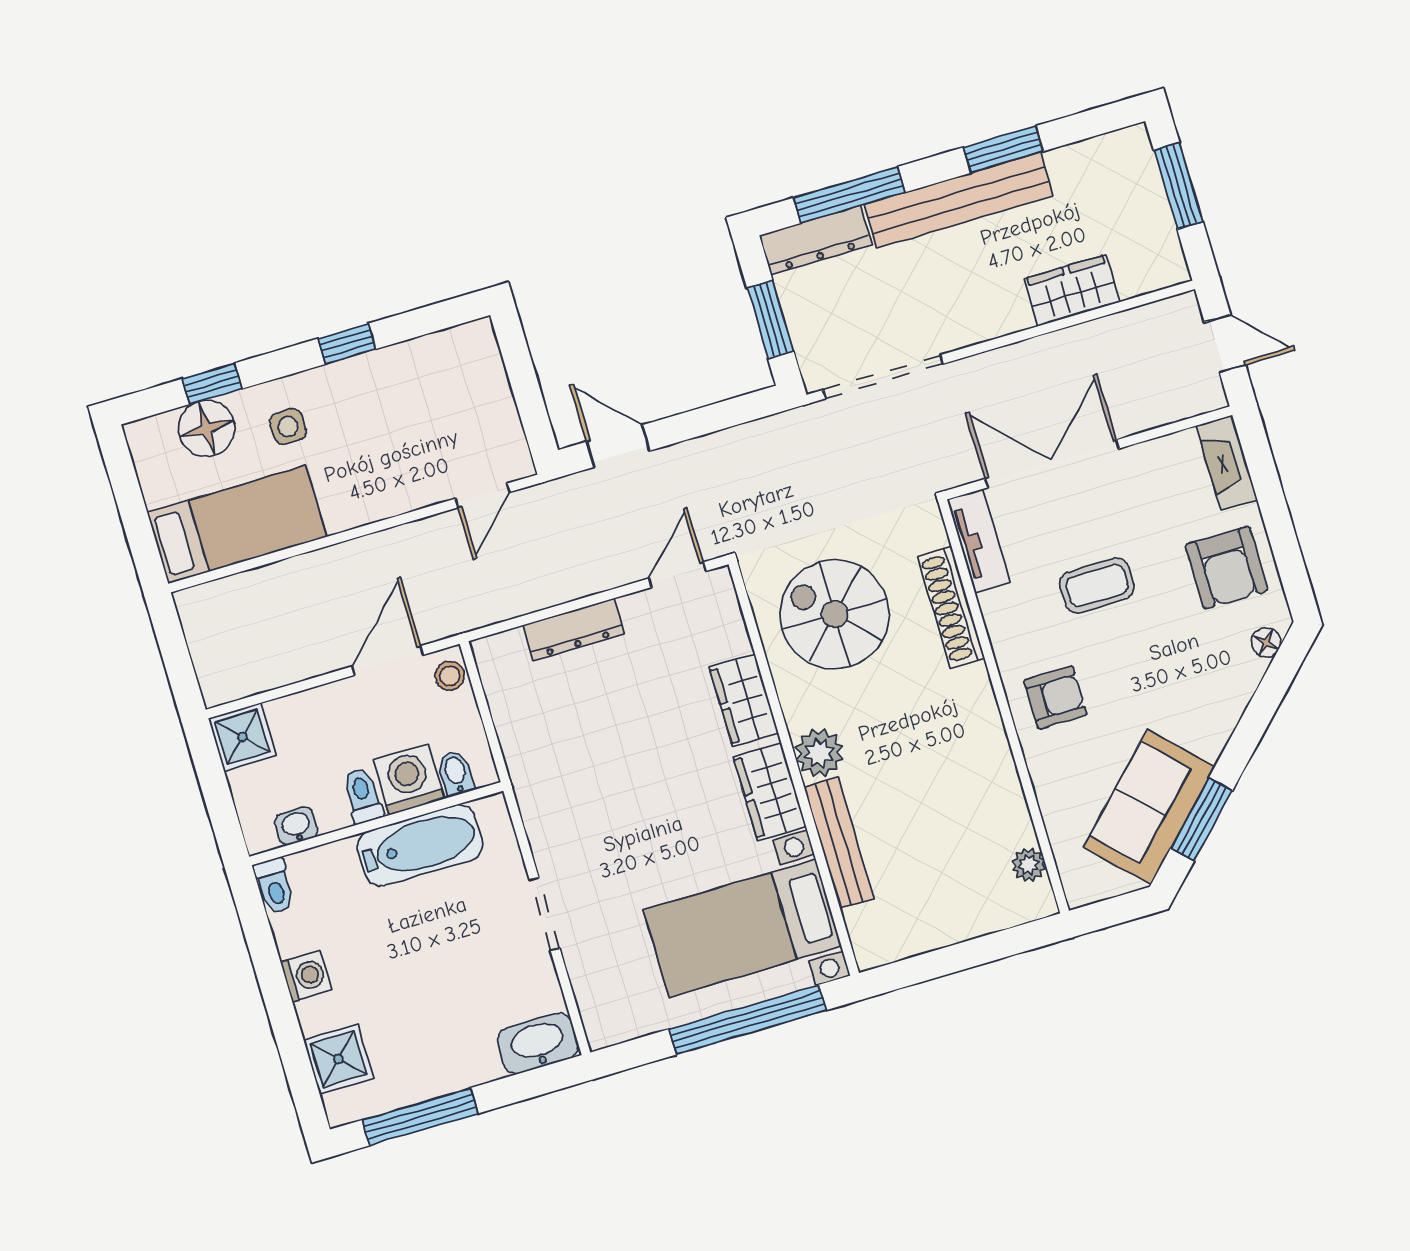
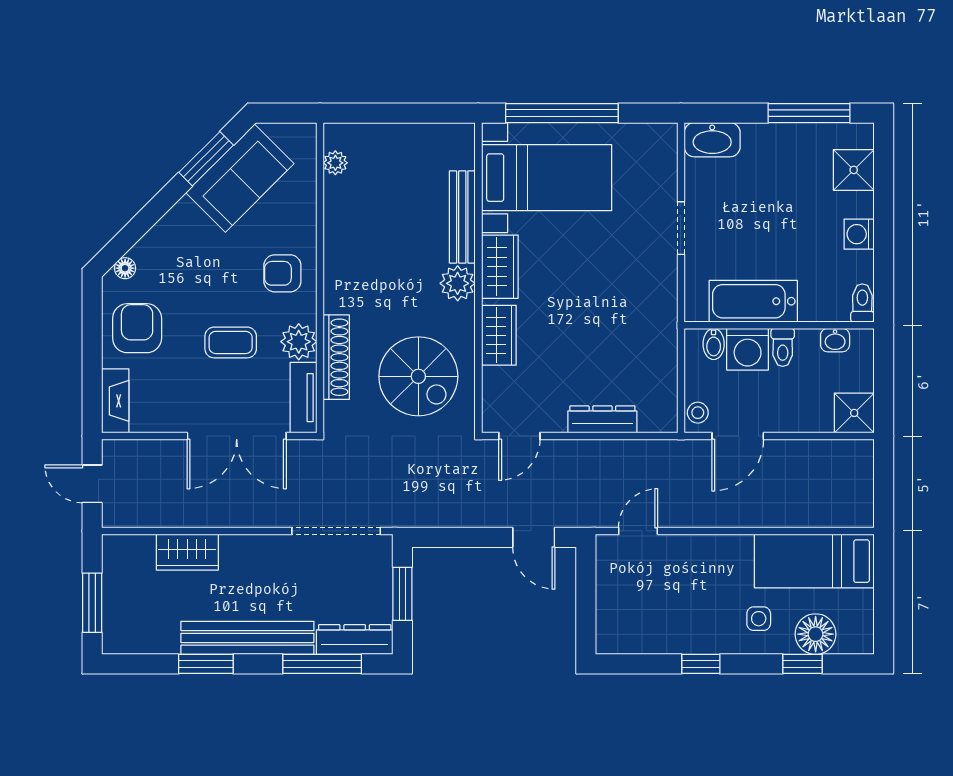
plant: (1007, 613) -> (299, 342), added

